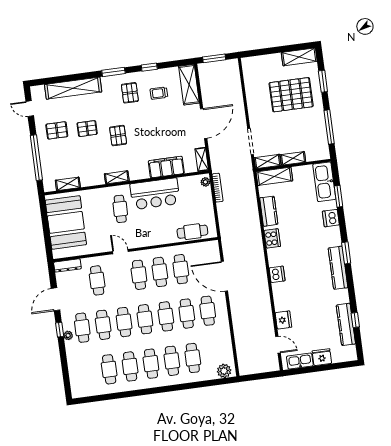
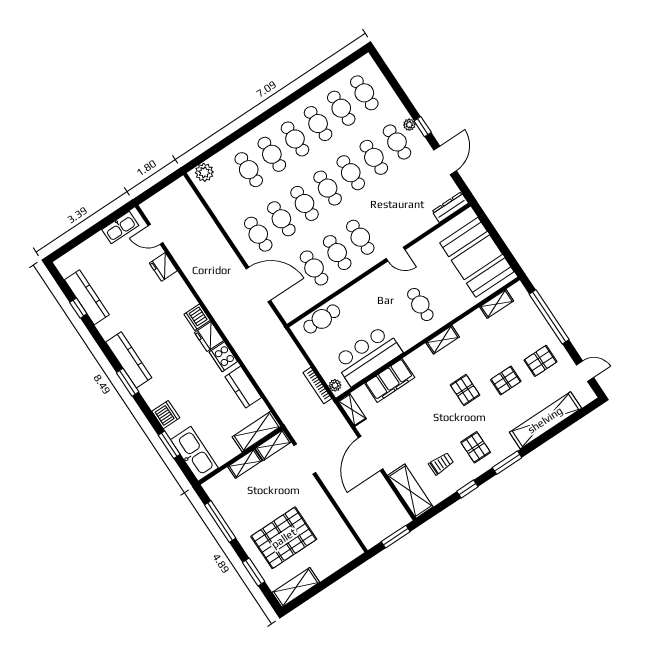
bar counter: (155, 194) -> (368, 356), moved
cafe table: (97, 280) -> (364, 93), moved
fridge: (322, 357) -> (209, 336), moved, turned 90

